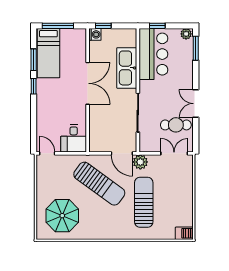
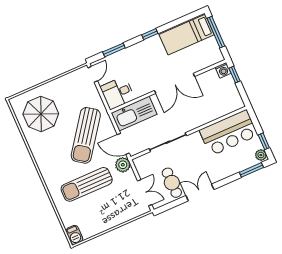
window: (157, 26) -> (264, 141), moved
window: (34, 60) -> (114, 50), moved
kitchen sink: (127, 68) -> (134, 114), moved, turned 180
door: (122, 153) -> (123, 144), hinge flipped
sun lounger: (144, 202) -> (87, 184), turned 180

